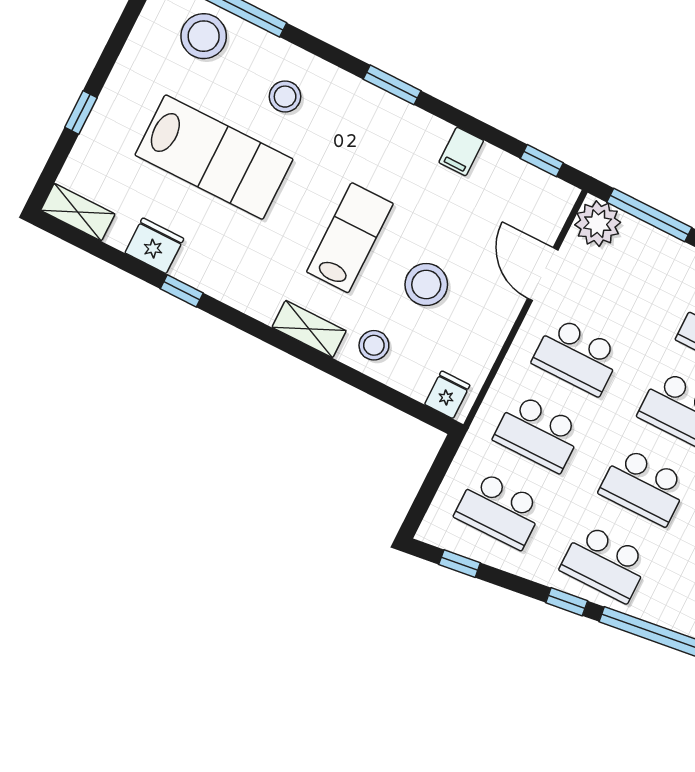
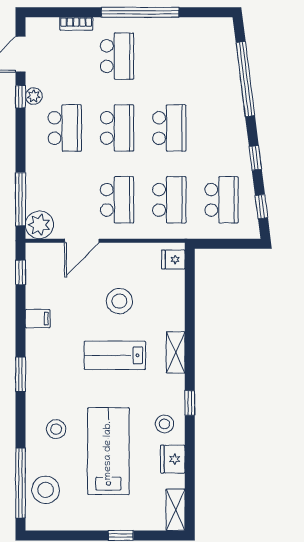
window: (182, 291) -> (190, 403), moved
stool: (374, 345) -> (164, 424), moved
school desk: (605, 563) -> (222, 128), removed
window: (567, 602) -> (255, 158), moved

